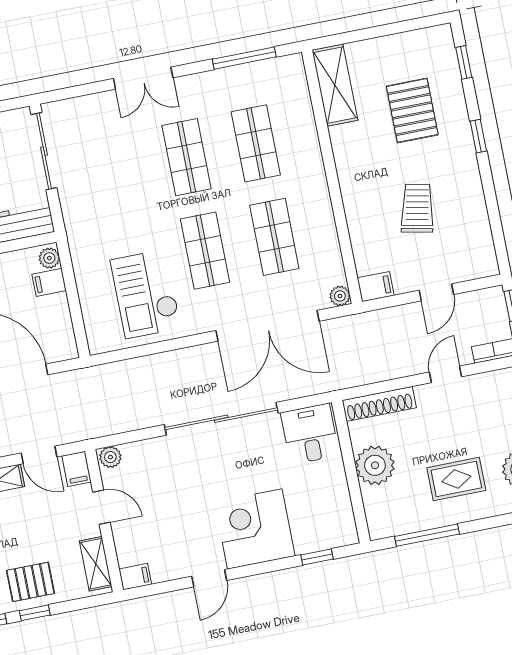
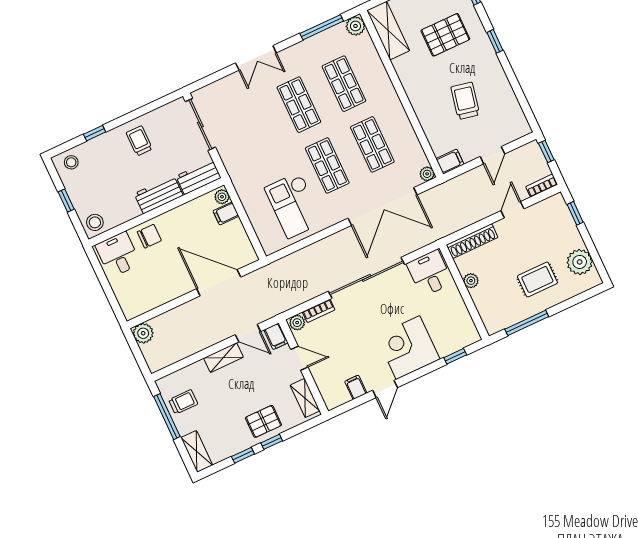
plant: (291, 68) -> (355, 26), added
pallet: (412, 110) -> (445, 35), turned 90
bookcase: (144, 448) -> (319, 311), added
plant: (375, 465) -> (471, 281), width x0.53, depth x0.53
filing cabinet: (135, 577) -> (356, 387), moved, turned -90

